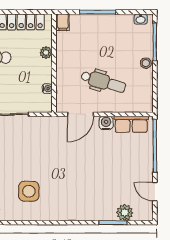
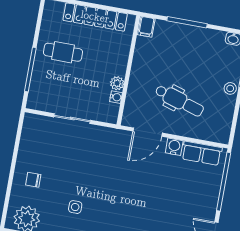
plant: (46, 52) -> (117, 83), moved
side table: (29, 191) -> (75, 207), width x0.54, depth x0.54

